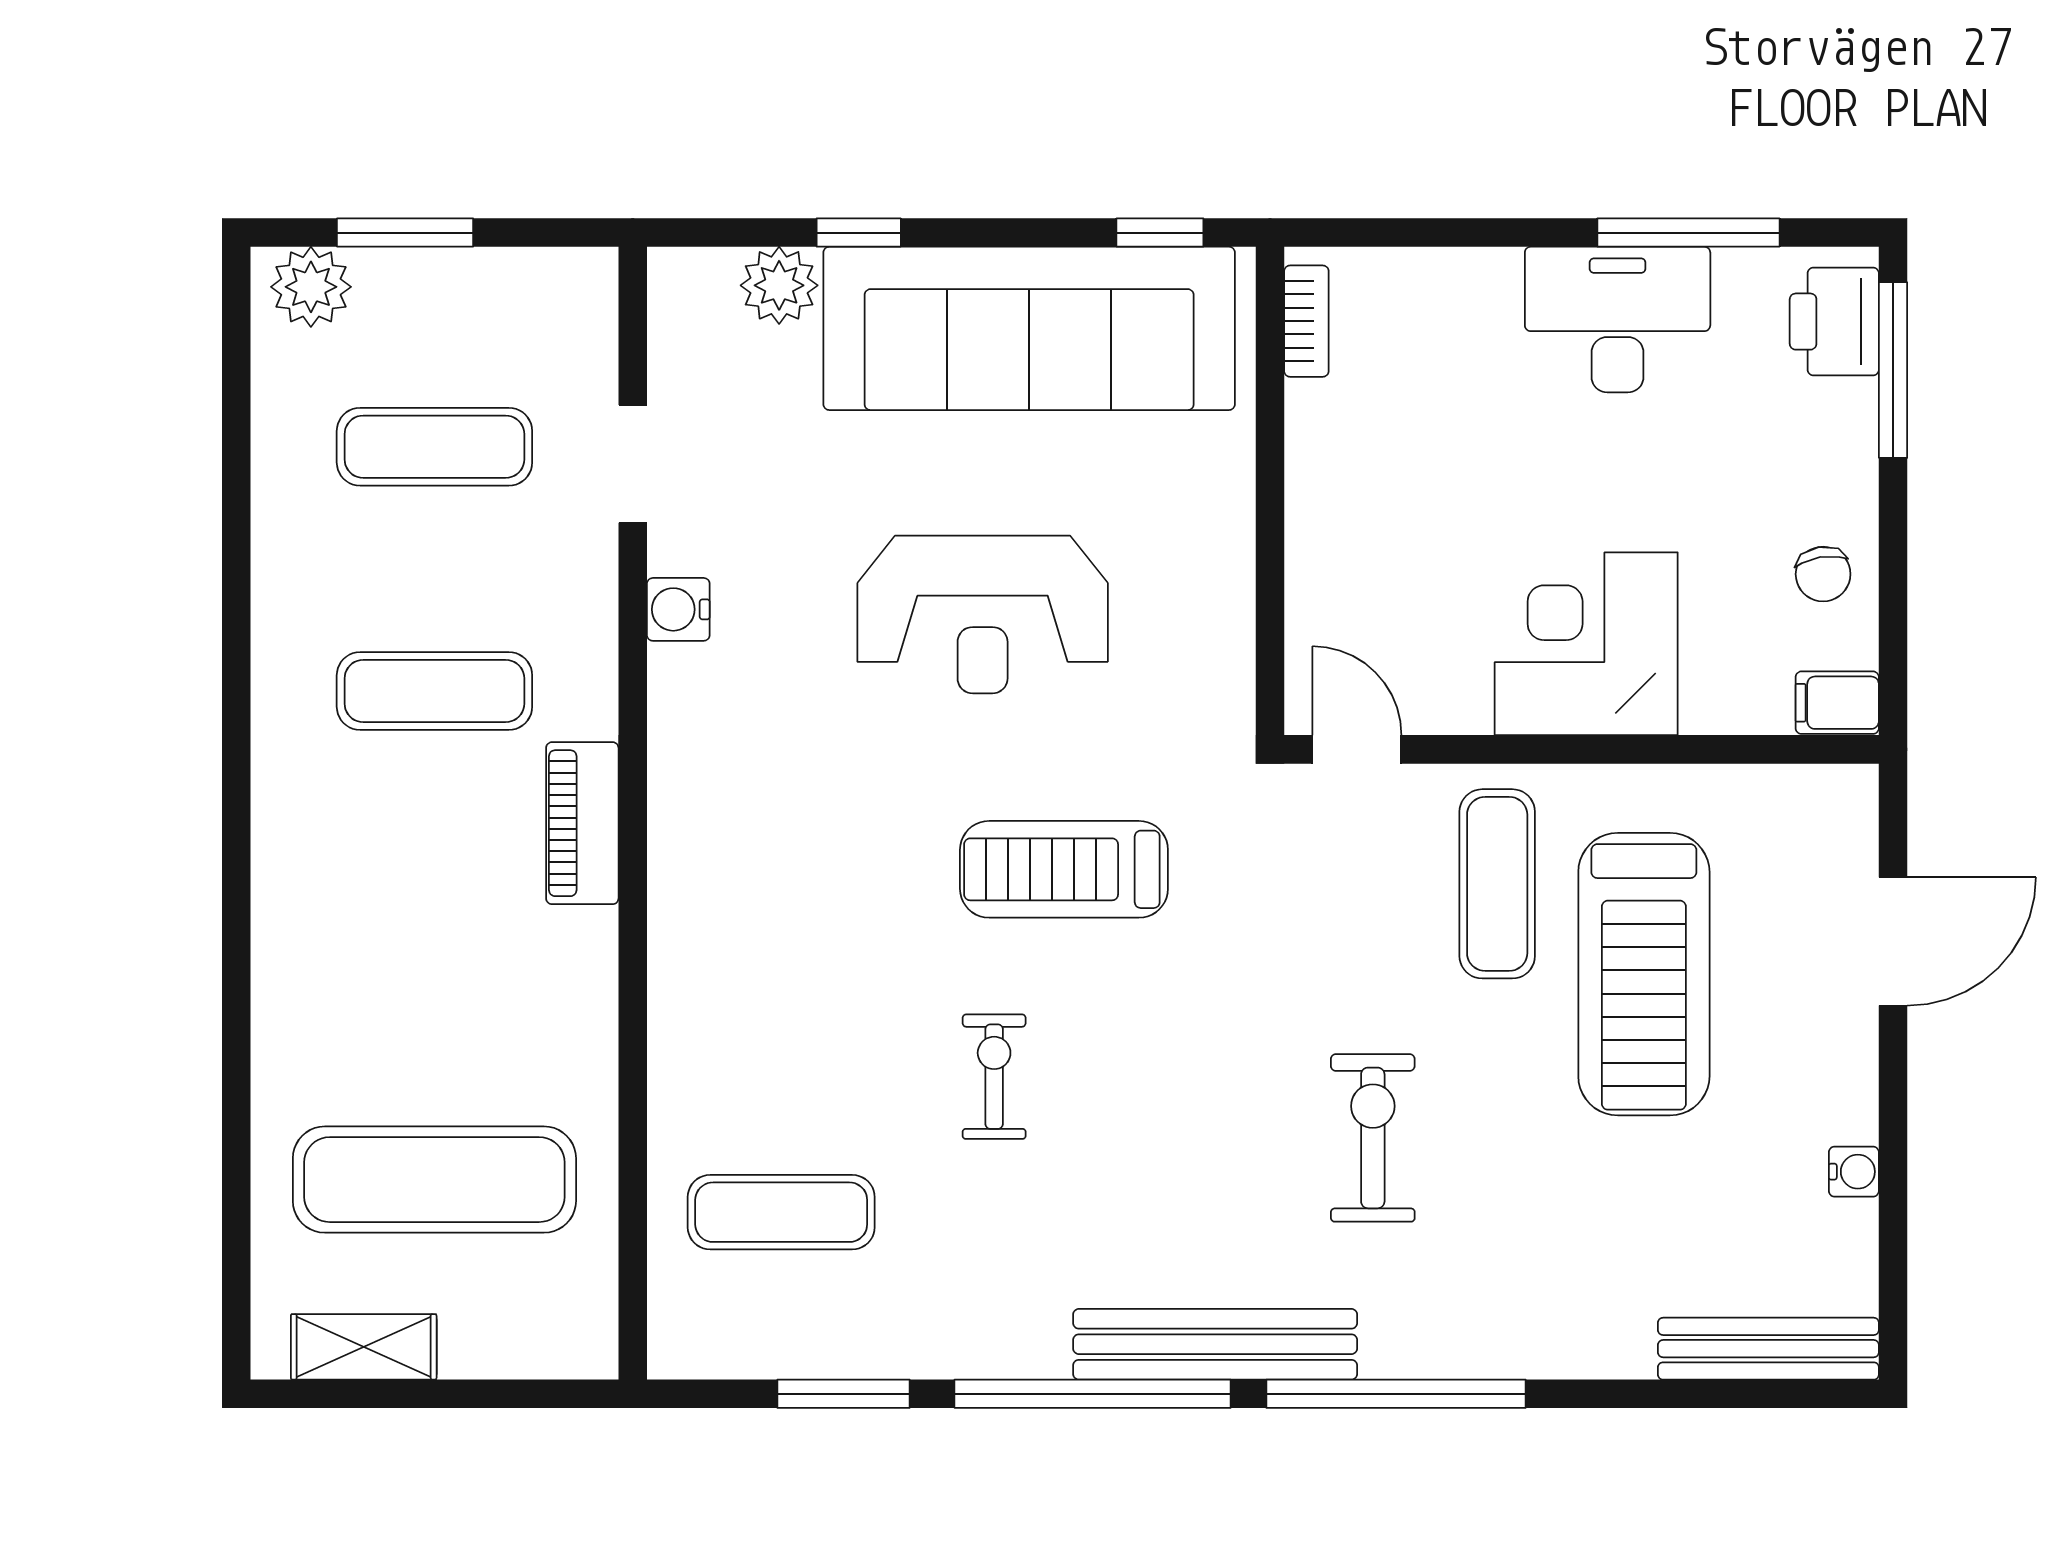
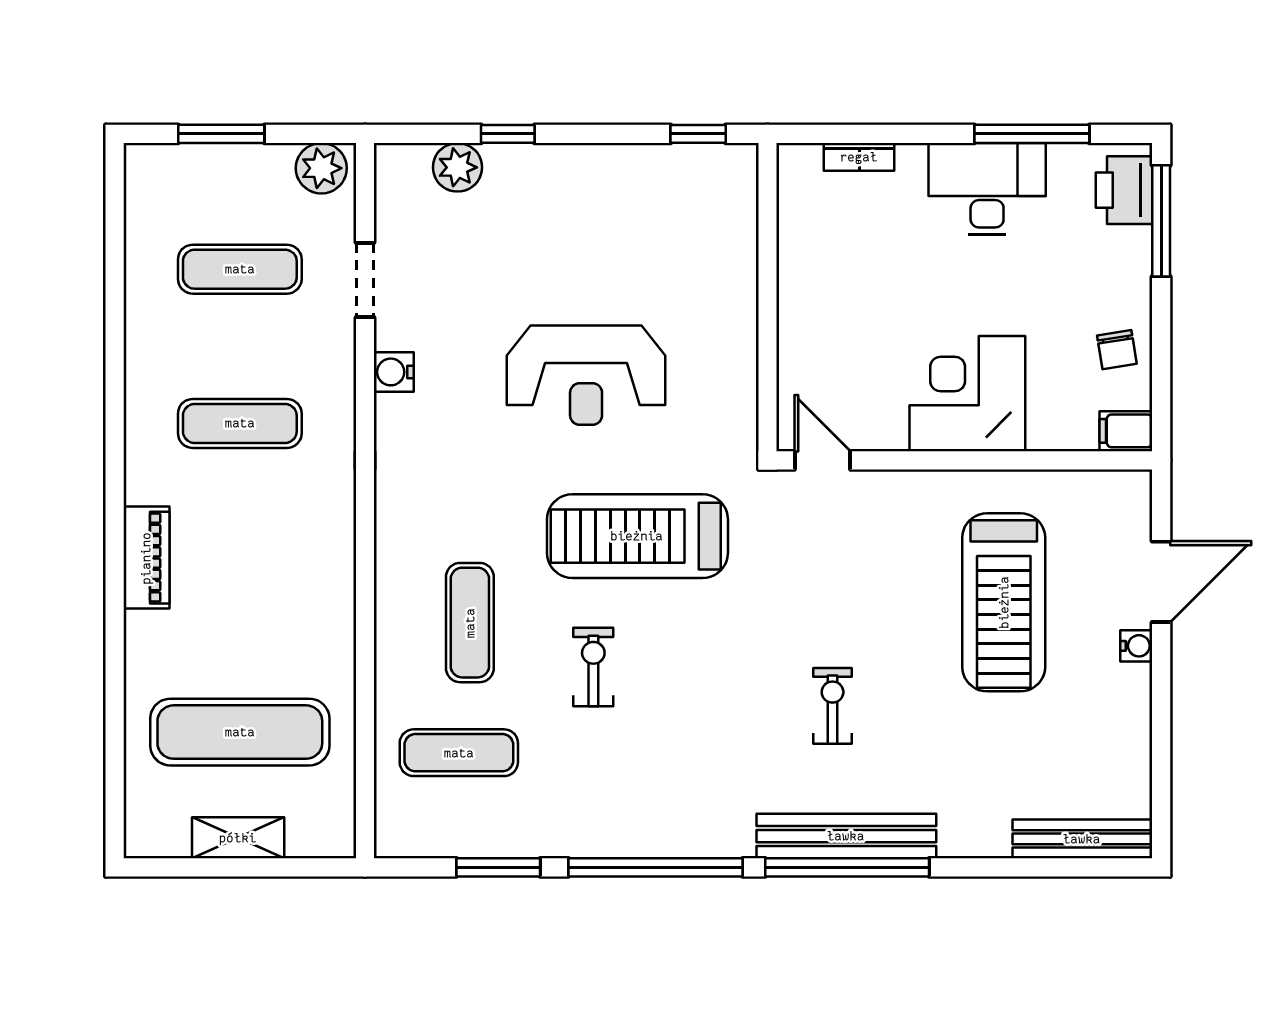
plant: (311, 287) -> (321, 168), moved
bookcase: (1306, 321) -> (859, 157), moved, turned 90
sofa: (1029, 328) -> (615, 194), removed
piano: (582, 823) -> (146, 558), moved, turned 180
treadmill: (1064, 869) -> (637, 536), width x1.37, depth x1.38
exercise mat: (1497, 884) -> (470, 623), moved
exercise bike: (1373, 1138) -> (833, 706), width x0.73, depth x0.72
water cooler: (1854, 1172) -> (1136, 646), moved
bench: (1215, 1344) -> (846, 836), moved
shelving: (364, 1347) -> (238, 838), moved

